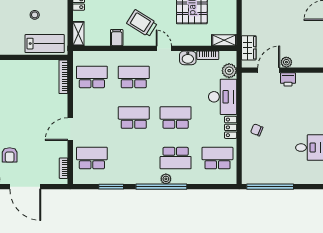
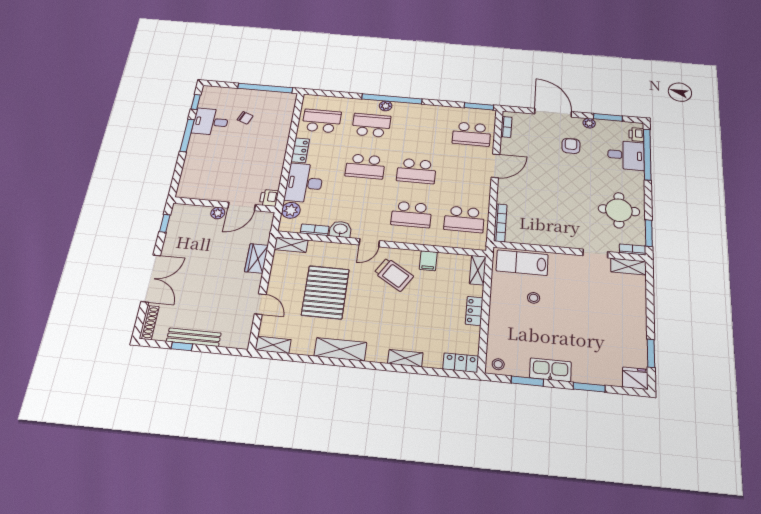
door: (164, 48) -> (369, 243), hinge flipped
wardrobe: (249, 48) -> (256, 258), moved
printer: (288, 79) -> (269, 198), moved, turned -90
chair: (257, 130) -> (245, 118), moved
school desk: (217, 158) -> (322, 121), turned 180
window: (111, 187) -> (479, 106), moved

